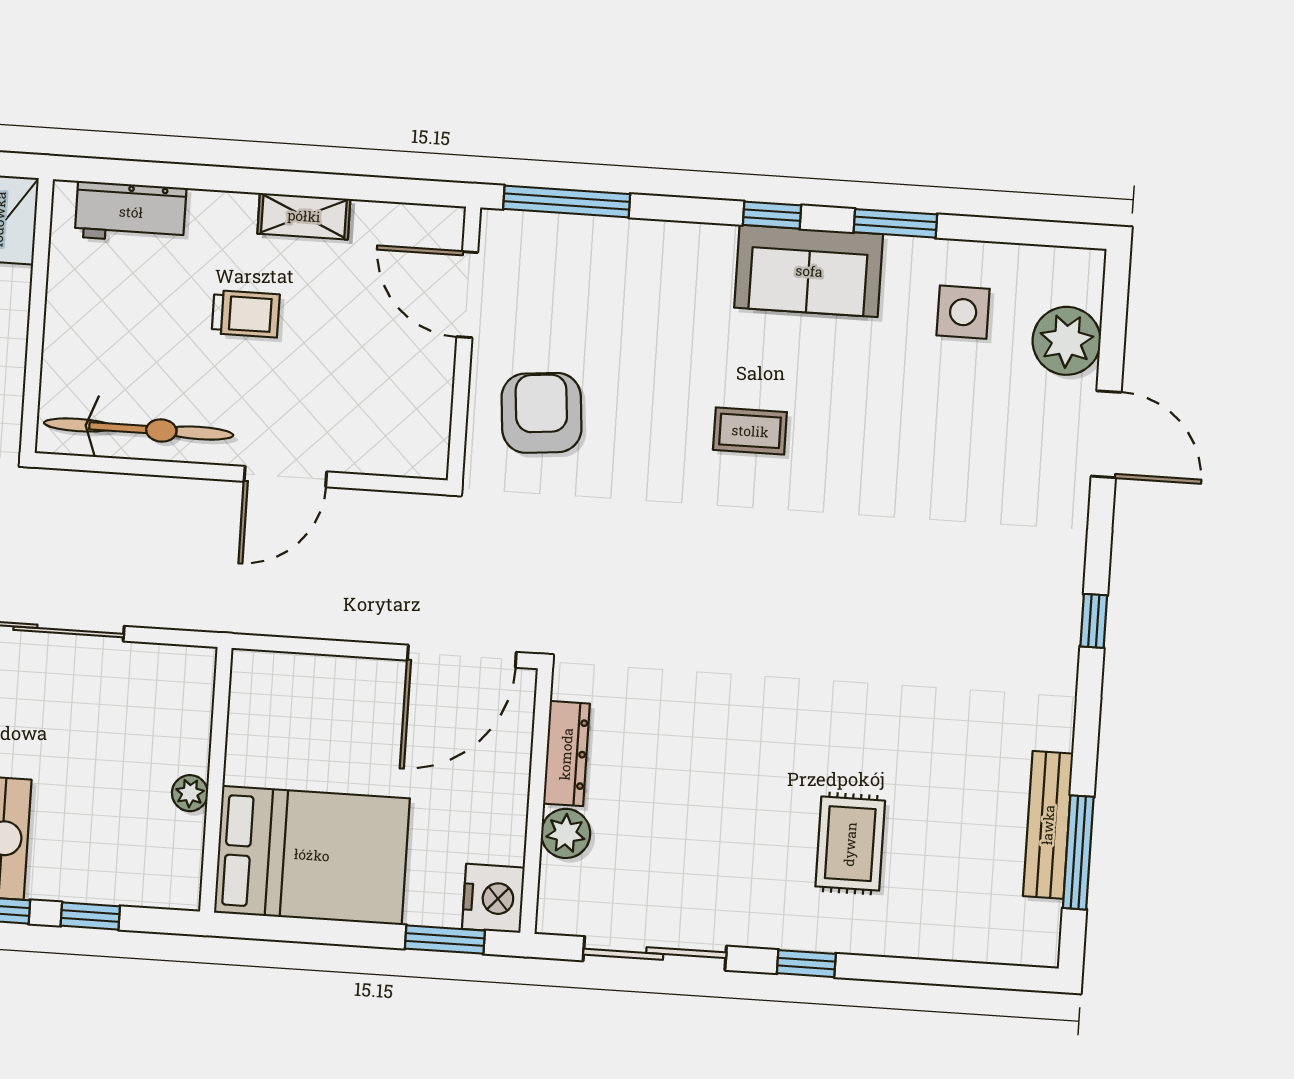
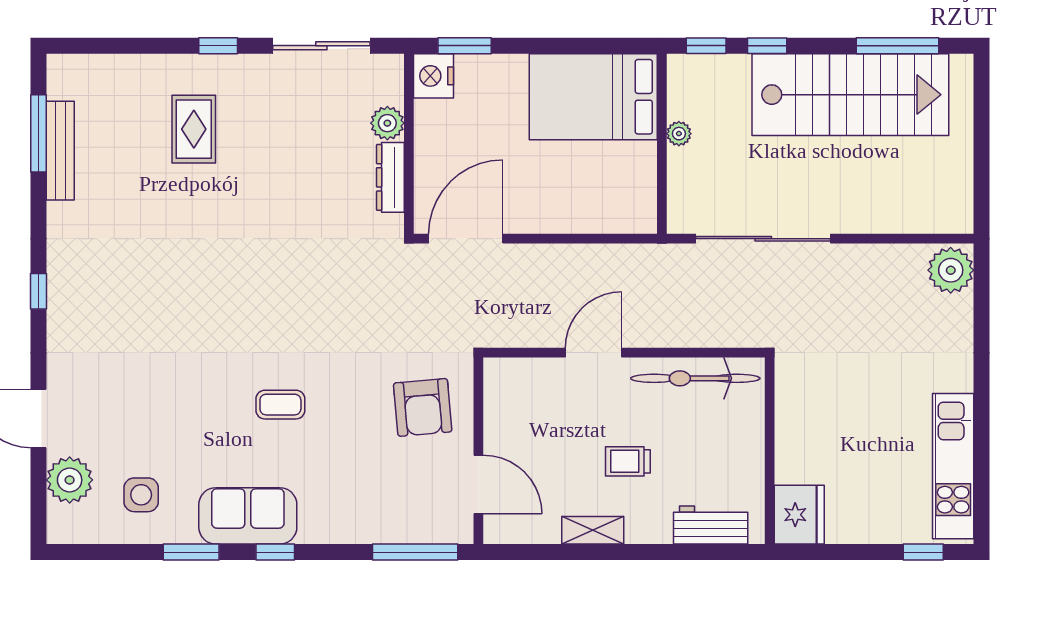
wall: (216, 780) -> (662, 144), moved
plant: (190, 793) -> (679, 134), moved
bed: (312, 855) -> (593, 97), moved

